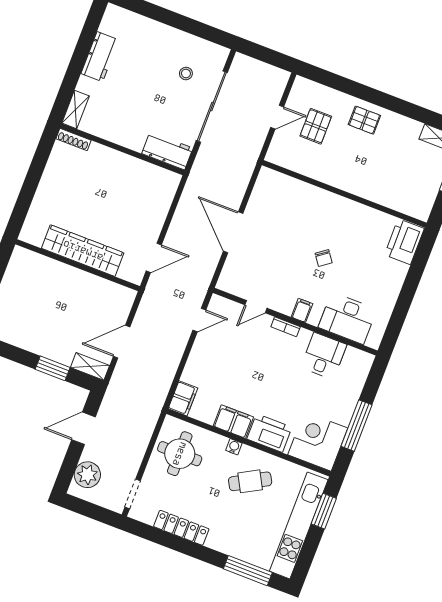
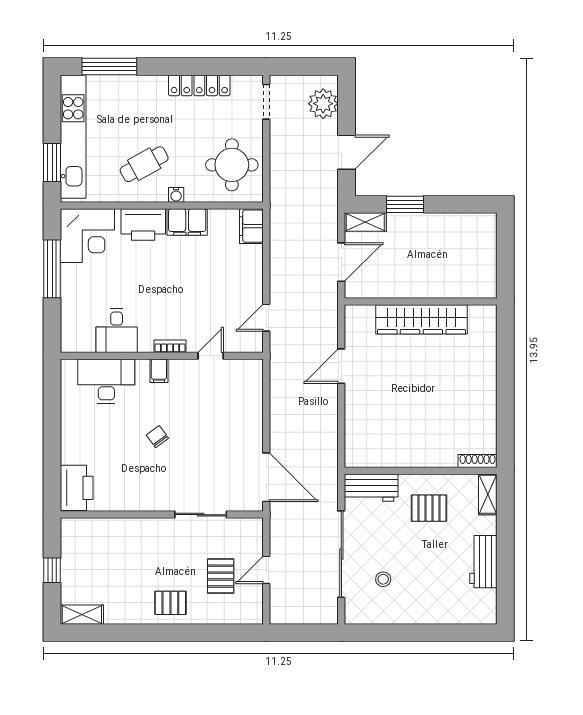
pallet: (127, 117) -> (429, 508), added
sliding door: (313, 182) -> (201, 515), added
door: (233, 232) -> (266, 477), moved
wardrobe: (83, 251) -> (421, 319), moved
wall: (78, 265) -> (421, 302), moved

